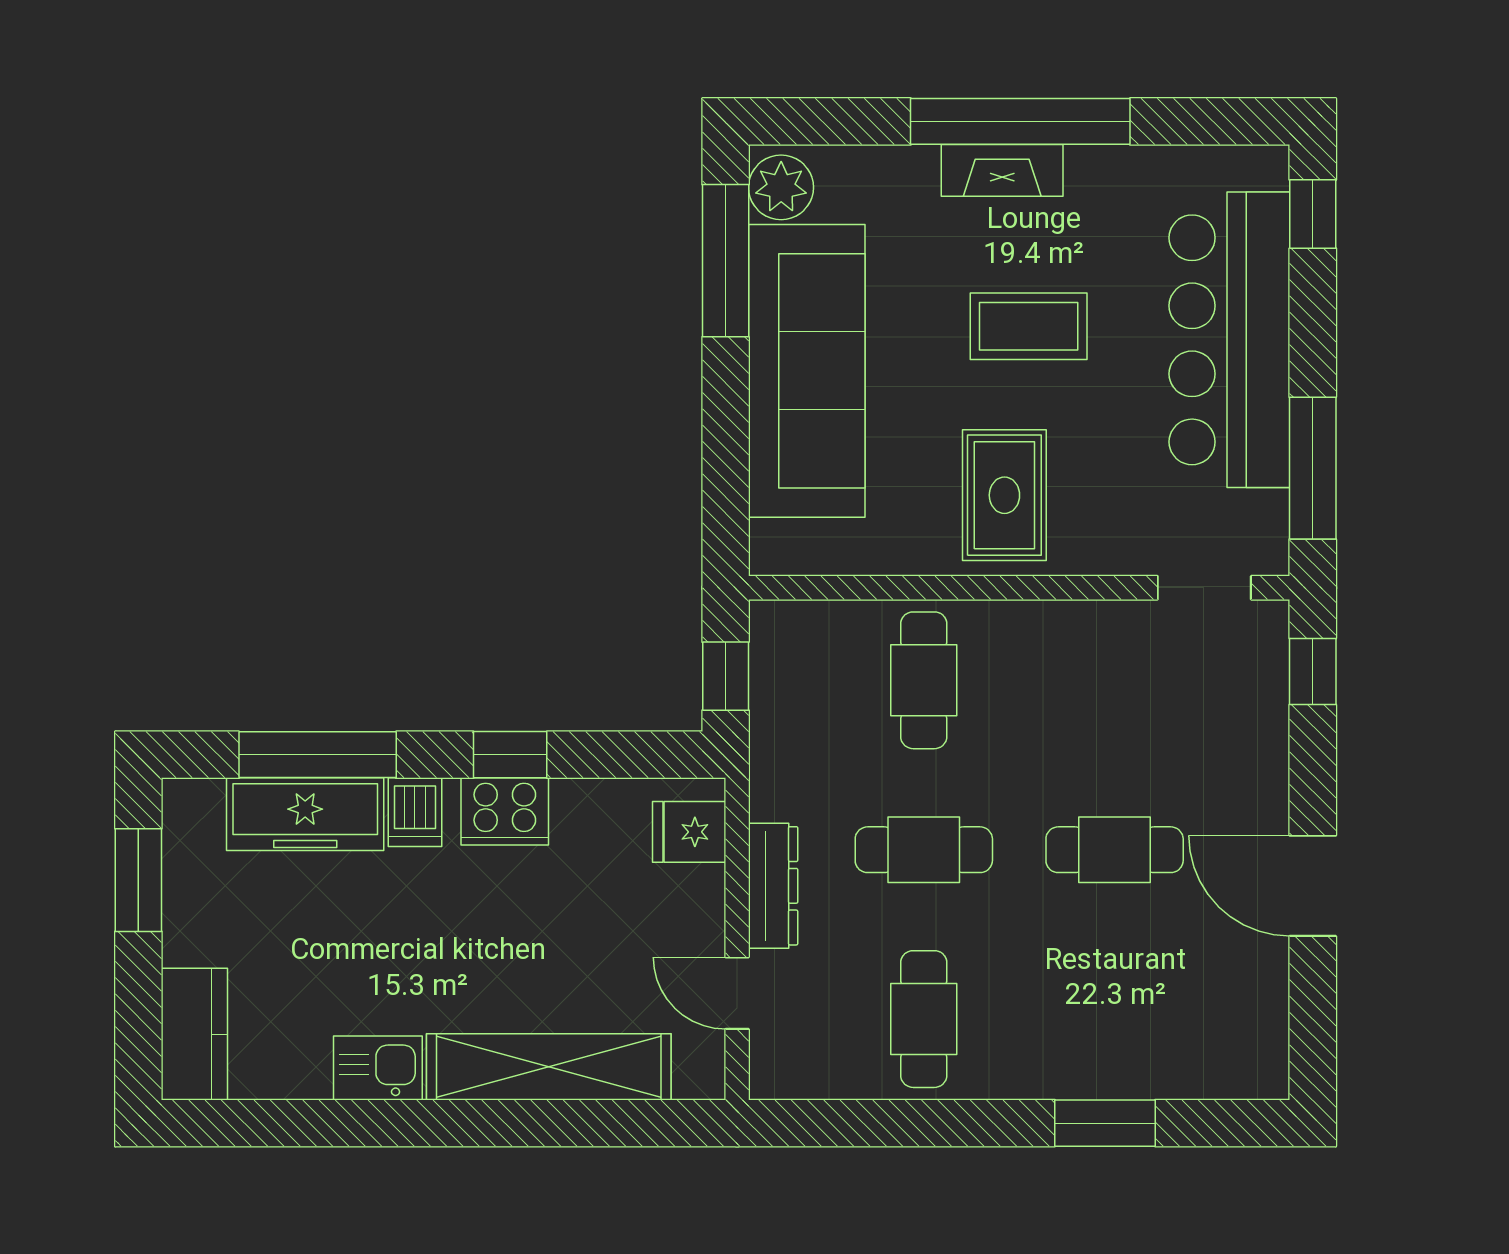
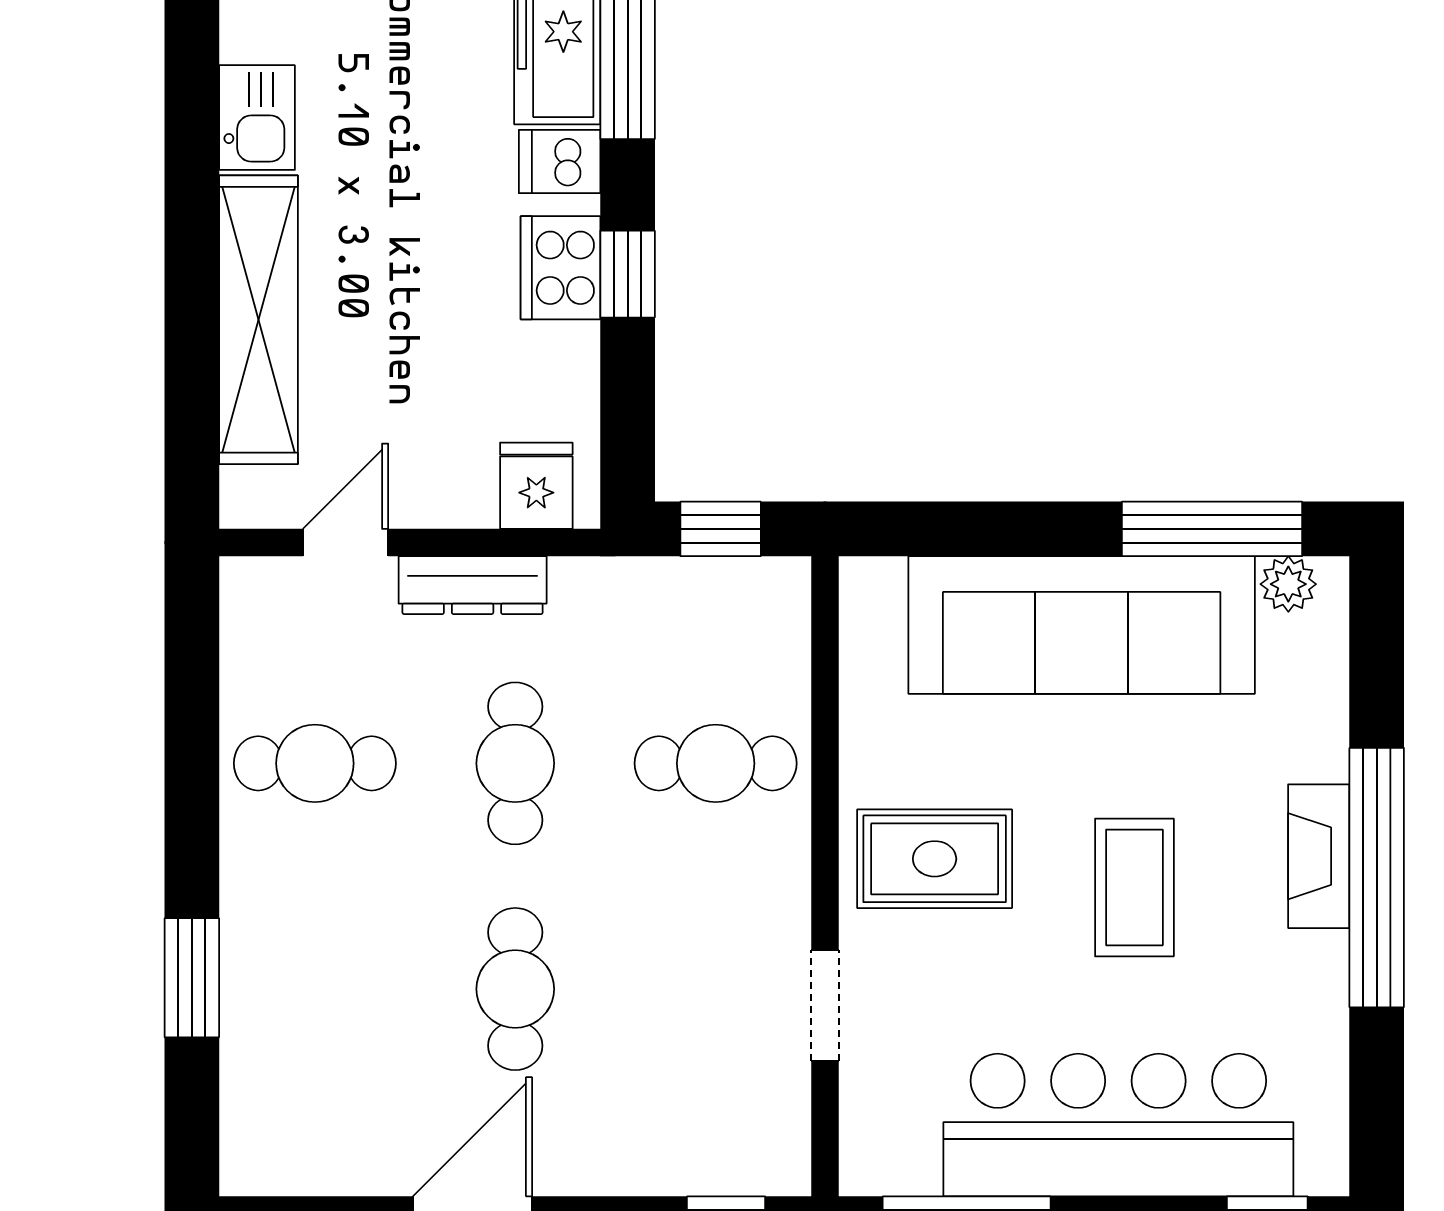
plant: (781, 187) -> (1288, 584), width x0.73, depth x0.73
doorway: (1204, 588) -> (825, 1005), moved

